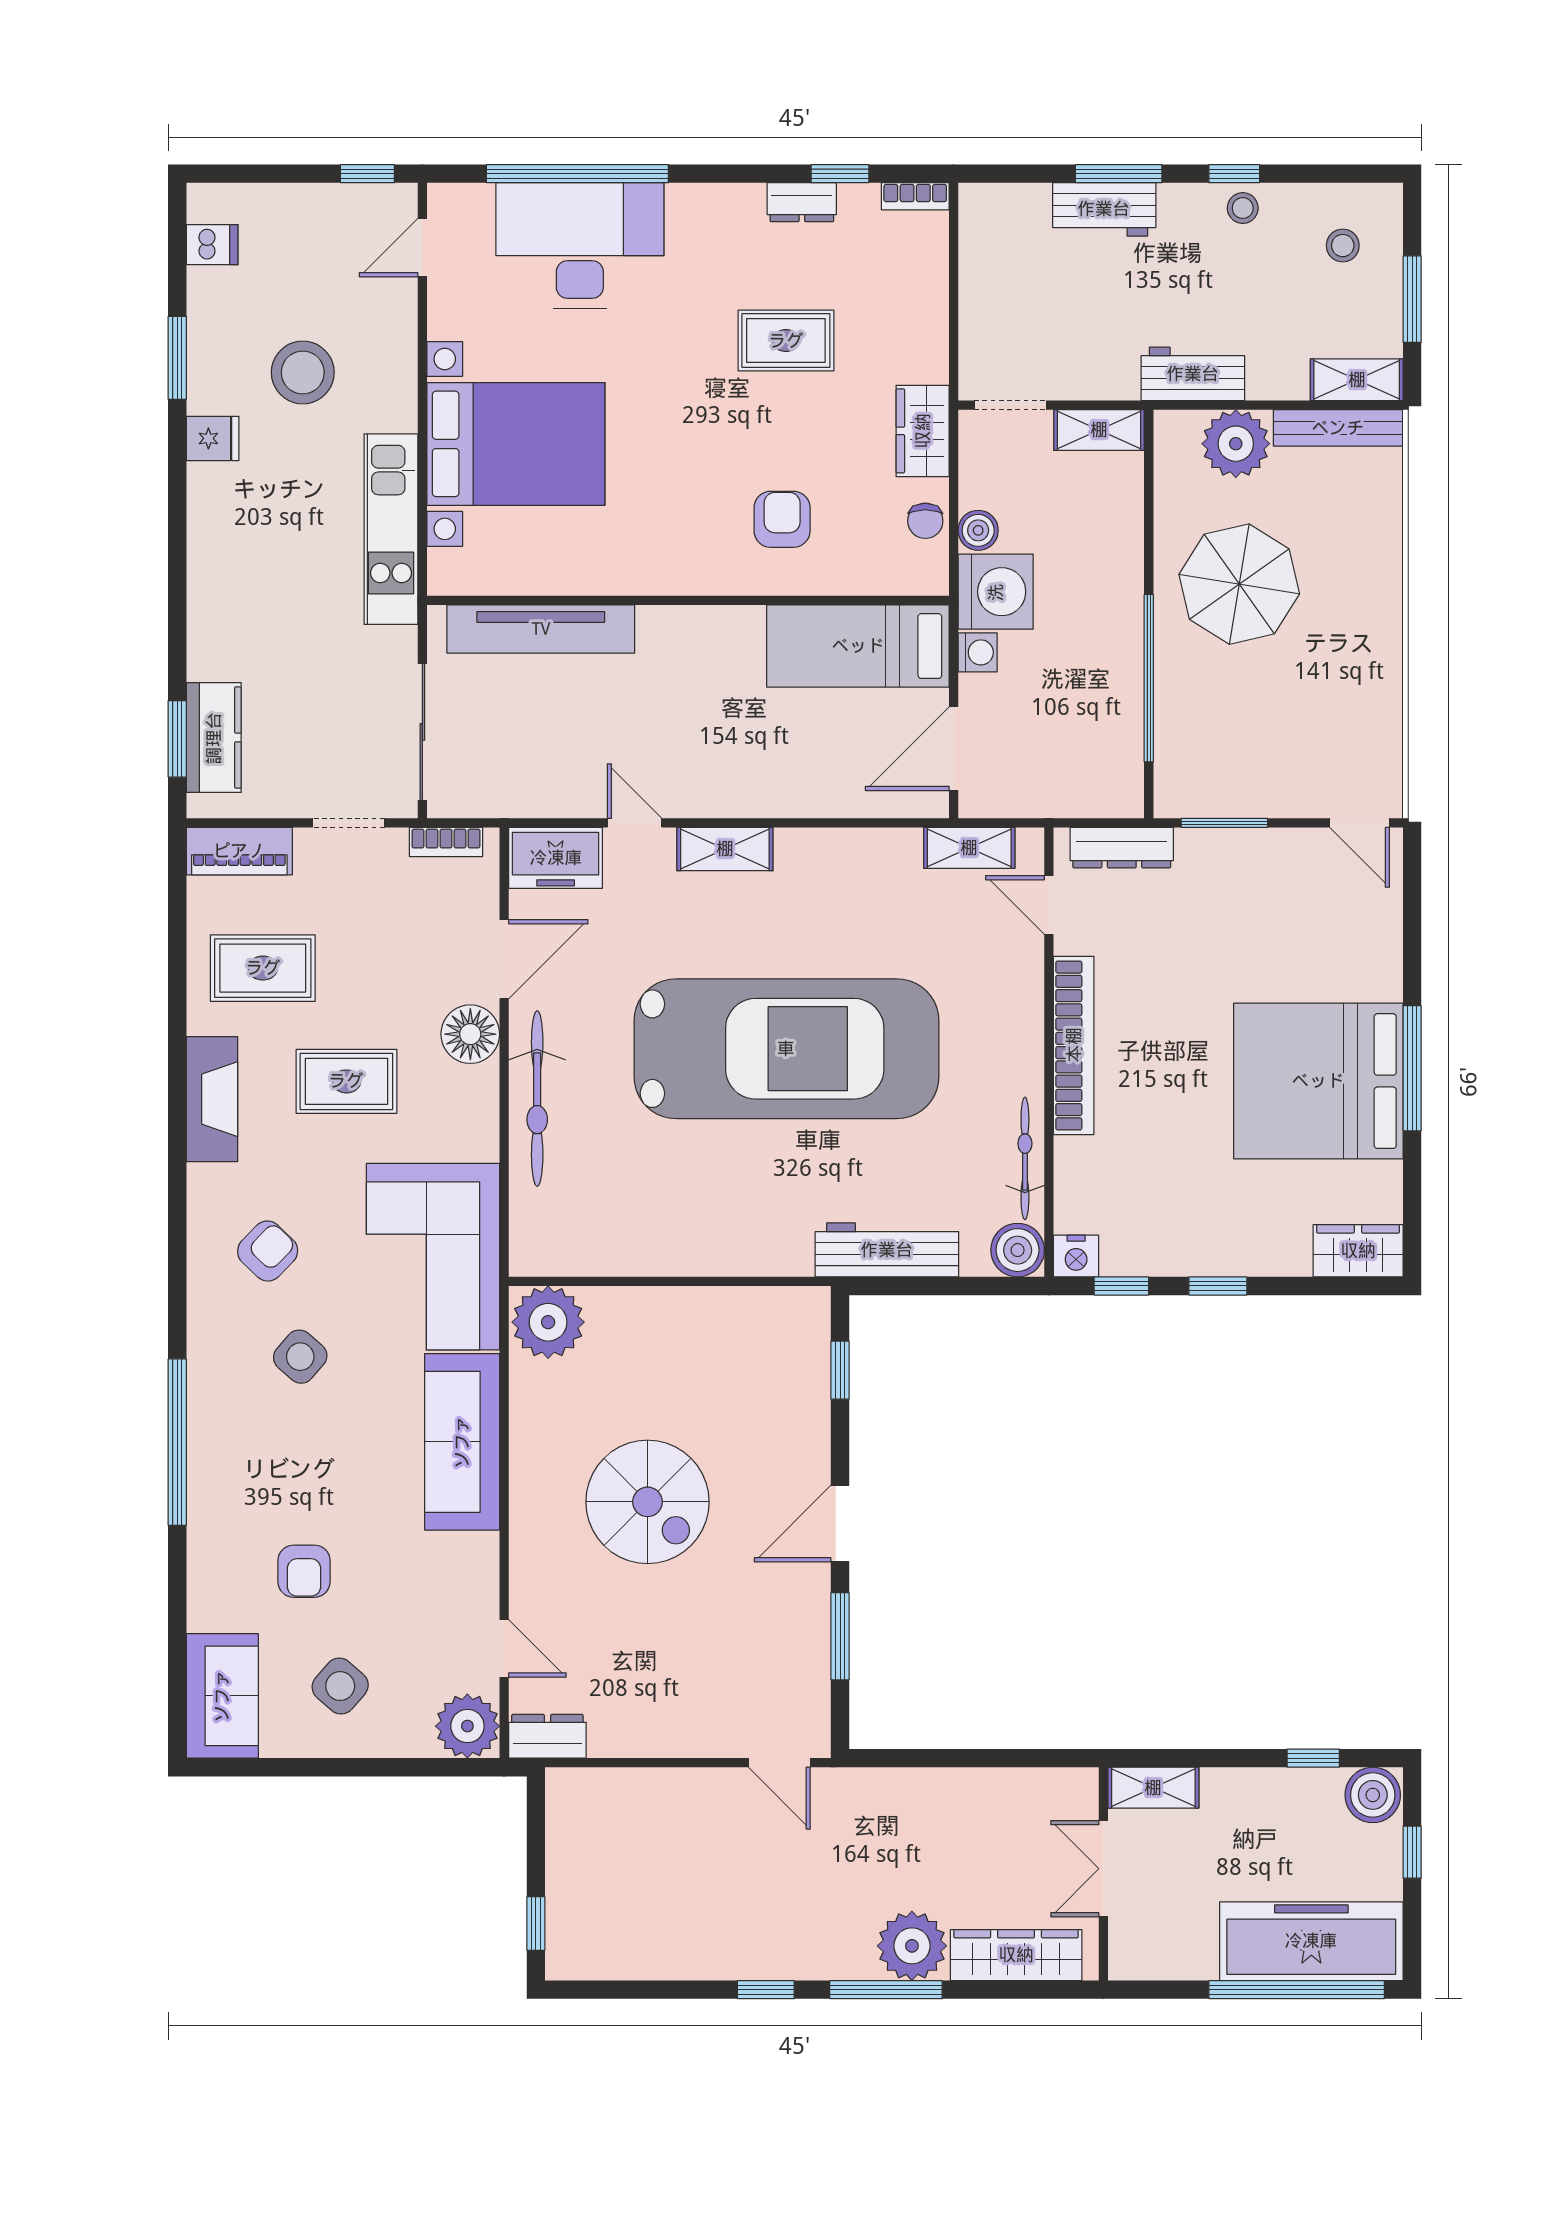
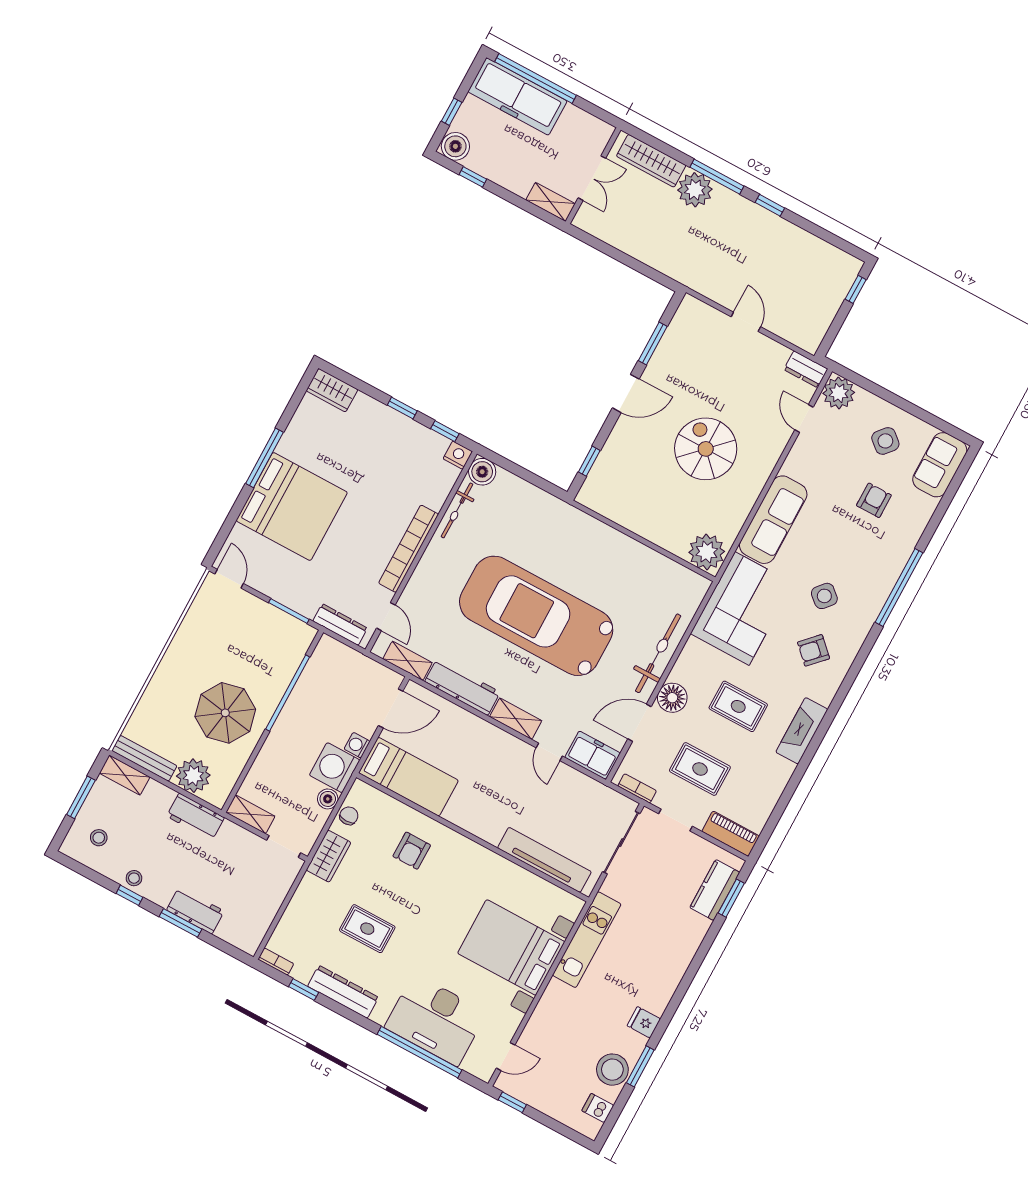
dresser: (802, 202) -> (343, 992), width x1.96, depth x1.24
stool: (303, 372) -> (612, 1070), moved
rug: (263, 968) -> (700, 769), moved
bed: (1318, 1081) -> (292, 506), moved
workbench: (887, 1250) -> (462, 687), moved, turned 180
door: (779, 1763) -> (746, 322), moved

